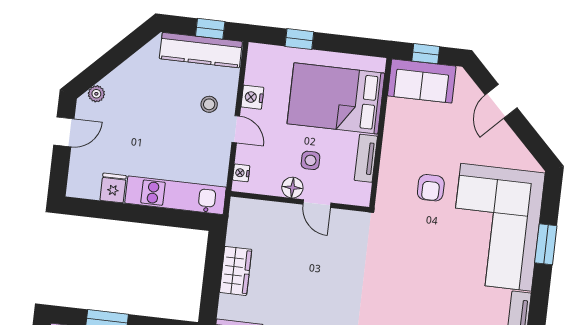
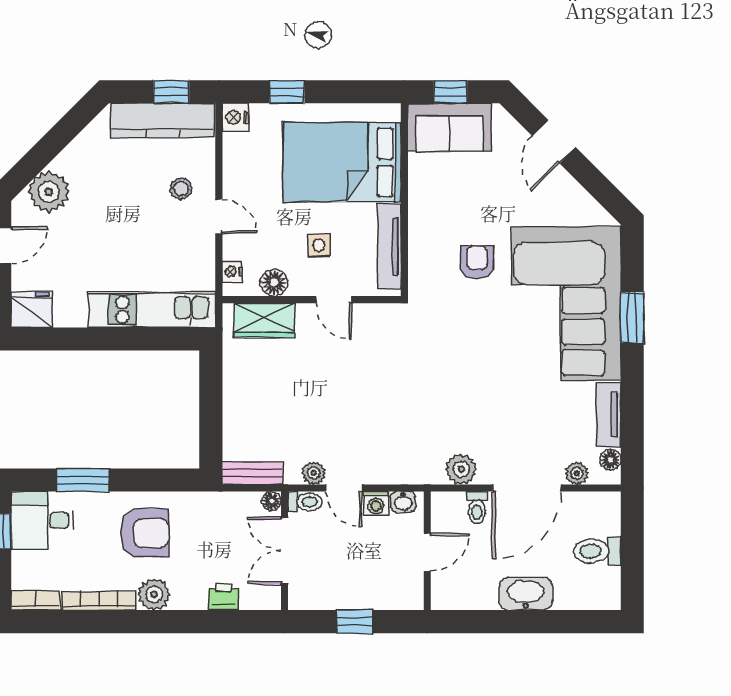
plant: (96, 94) -> (49, 192), width x1.88, depth x1.88
nightstand: (252, 97) -> (235, 118), moved
tv unit: (366, 158) -> (389, 247), width x1.41
fridge: (113, 188) -> (32, 310), moved, width x1.38
floor lamp: (292, 188) -> (274, 283), moved
armchair: (431, 188) -> (477, 262), turned 180
wardrobe: (236, 271) -> (265, 320), moved, turned 90

